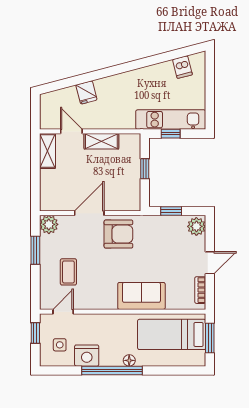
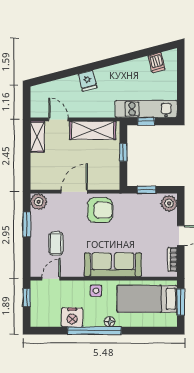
fridge: (86, 92) -> (88, 81), moved
shelving: (101, 141) -> (93, 130), width x1.50, depth x1.33
sofa: (141, 296) -> (113, 265), width x1.36
side table: (60, 345) -> (96, 291), moved

